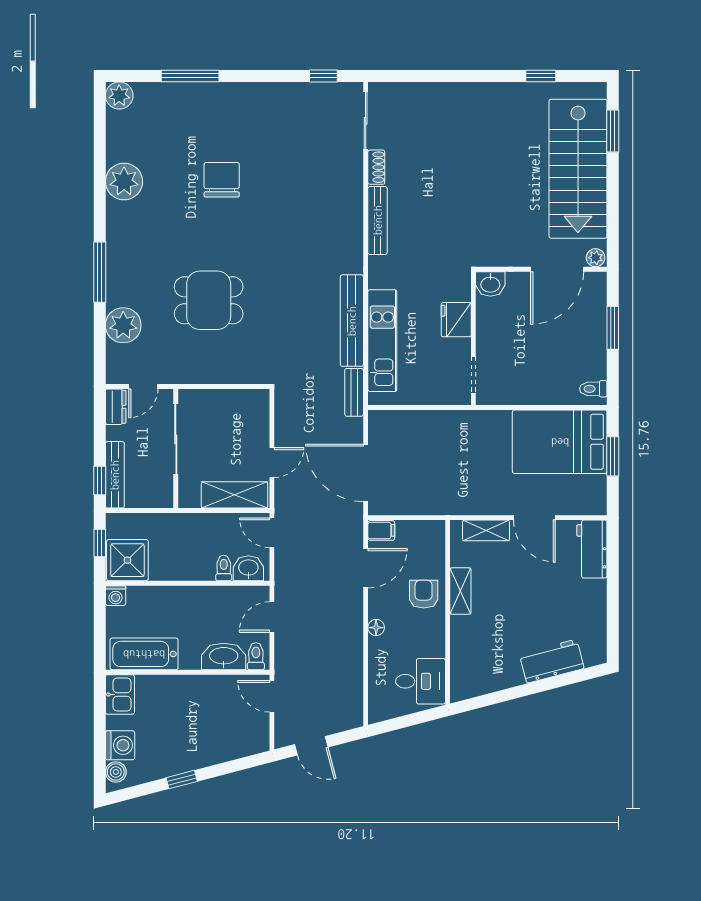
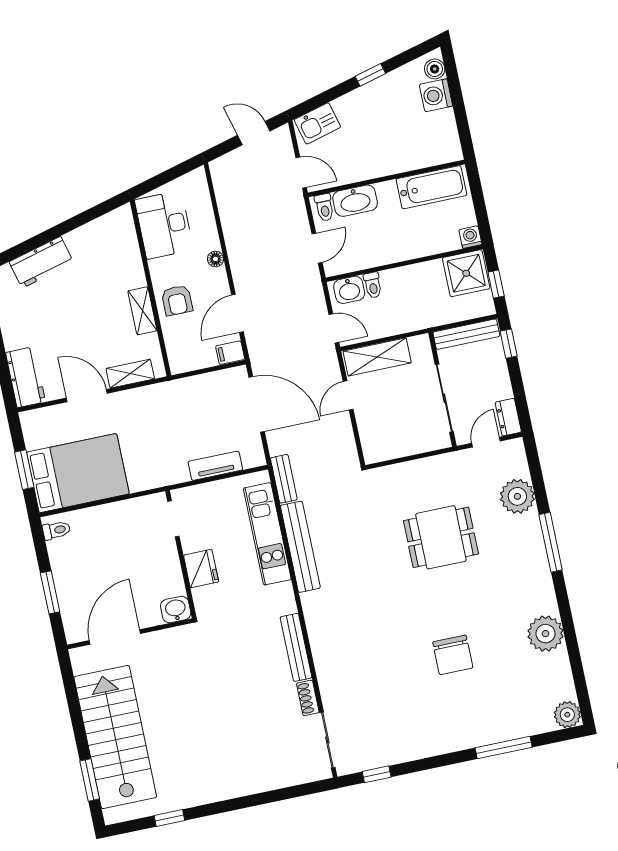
plant: (596, 258) -> (81, 656), removed
tv unit: (420, 420) -> (215, 466), added
bench: (115, 475) -> (466, 334), moved, turned 90
desk: (421, 681) -> (164, 225), width x1.37
kitchen sink: (120, 694) -> (317, 123), moved, turned -105

